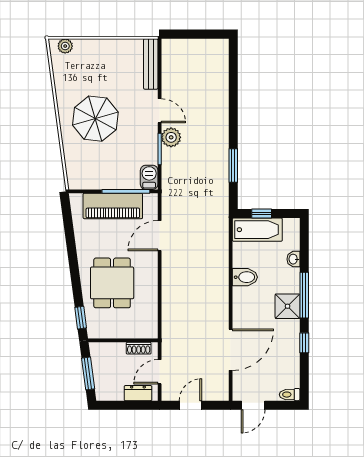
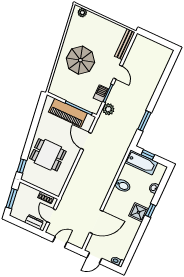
plant: (171, 137) -> (108, 109), moved
barbecue: (149, 177) -> (101, 94), moved
door: (160, 236) -> (86, 141), hinge flipped
dining table: (112, 283) -> (48, 155), turned 90
window: (304, 295) -> (151, 210), width x0.46
window: (304, 343) -> (138, 237), removed
door: (160, 372) -> (51, 216), hinge flipped

